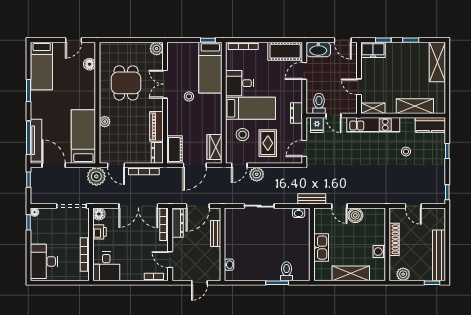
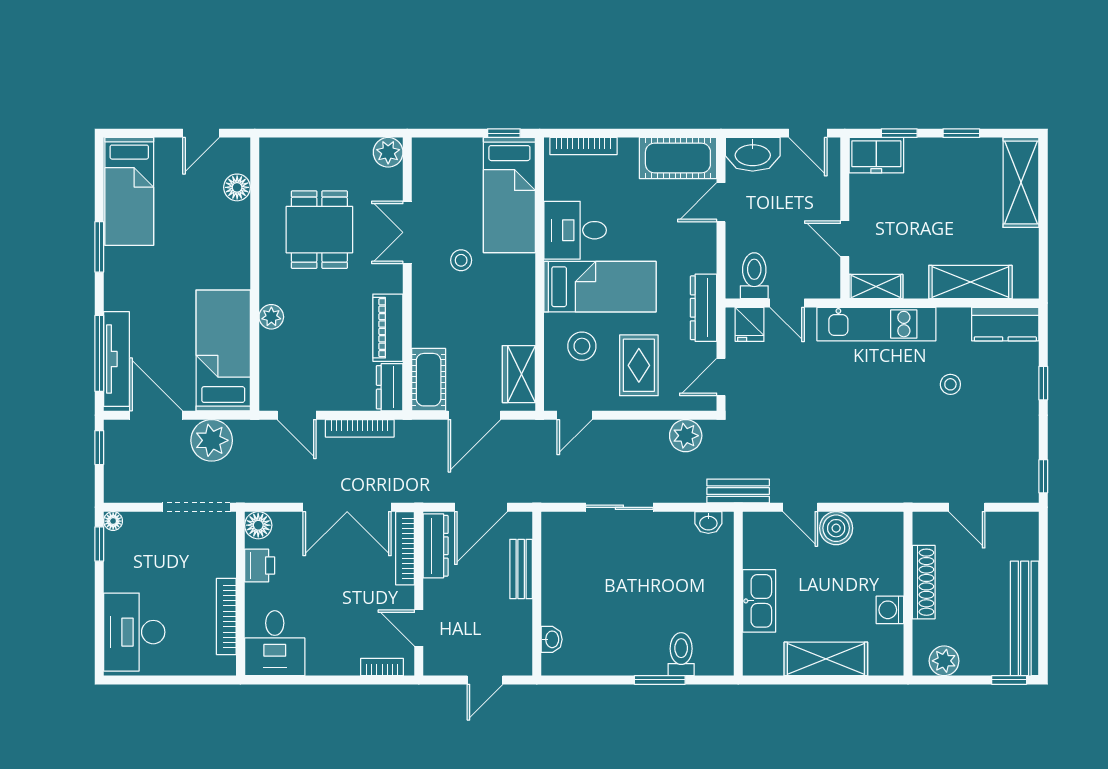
dresser: (296, 113) -> (704, 308), width x1.44
plant: (257, 174) -> (686, 436), moved
plant: (96, 176) -> (212, 440), moved

